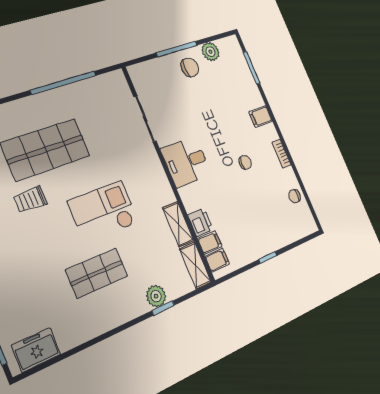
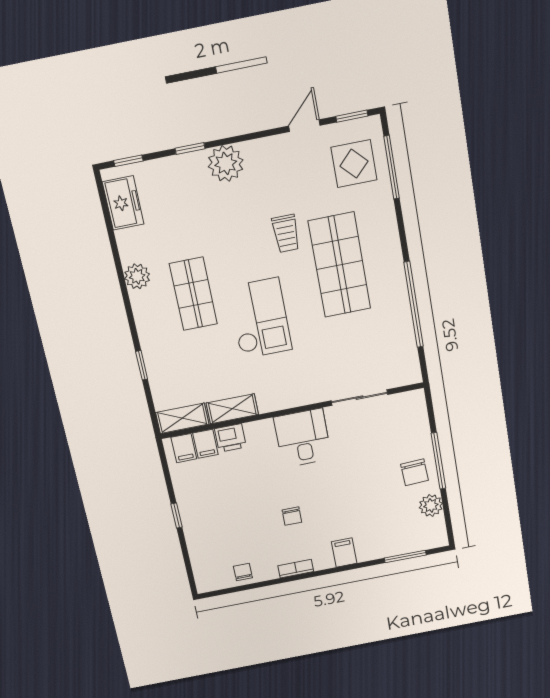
trolley: (30, 200) -> (286, 233), turned 180
plant: (156, 296) -> (137, 276), moved

